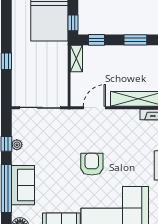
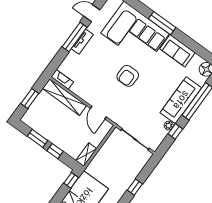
window: (97, 40) -> (55, 151), moved
door: (94, 108) -> (98, 113), hinge flipped
sofa: (23, 185) -> (181, 100), width x1.36

